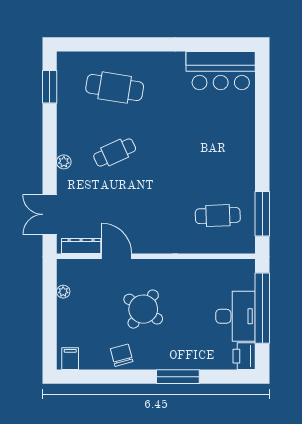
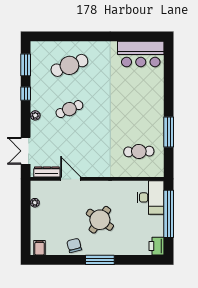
cafe table: (115, 88) -> (69, 65), turned -30
window: (50, 130) -> (26, 94), added
window: (262, 214) -> (169, 132), moved
round table: (143, 309) -> (100, 220), moved
desk: (236, 316) -> (151, 197), moved
window: (178, 377) -> (100, 260), moved

